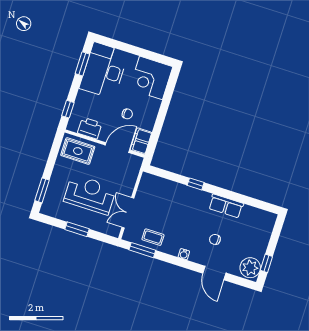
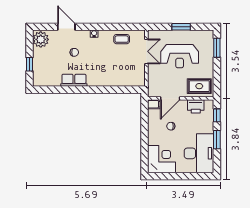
window: (82, 64) -> (217, 140), moved
filing cabinet: (141, 141) -> (154, 104), width x0.50
window: (196, 184) -> (102, 90), removed
window: (142, 250) -> (127, 27), removed
window: (266, 263) -> (30, 64), moved

